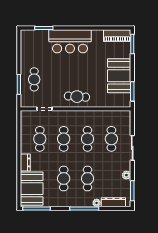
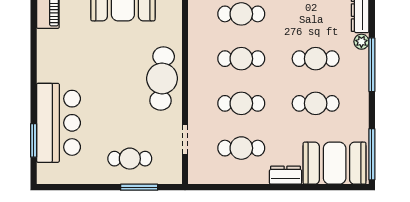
bar counter: (70, 41) -> (58, 123), moved
cafe table: (77, 97) -> (162, 78), width x1.37, depth x1.35

